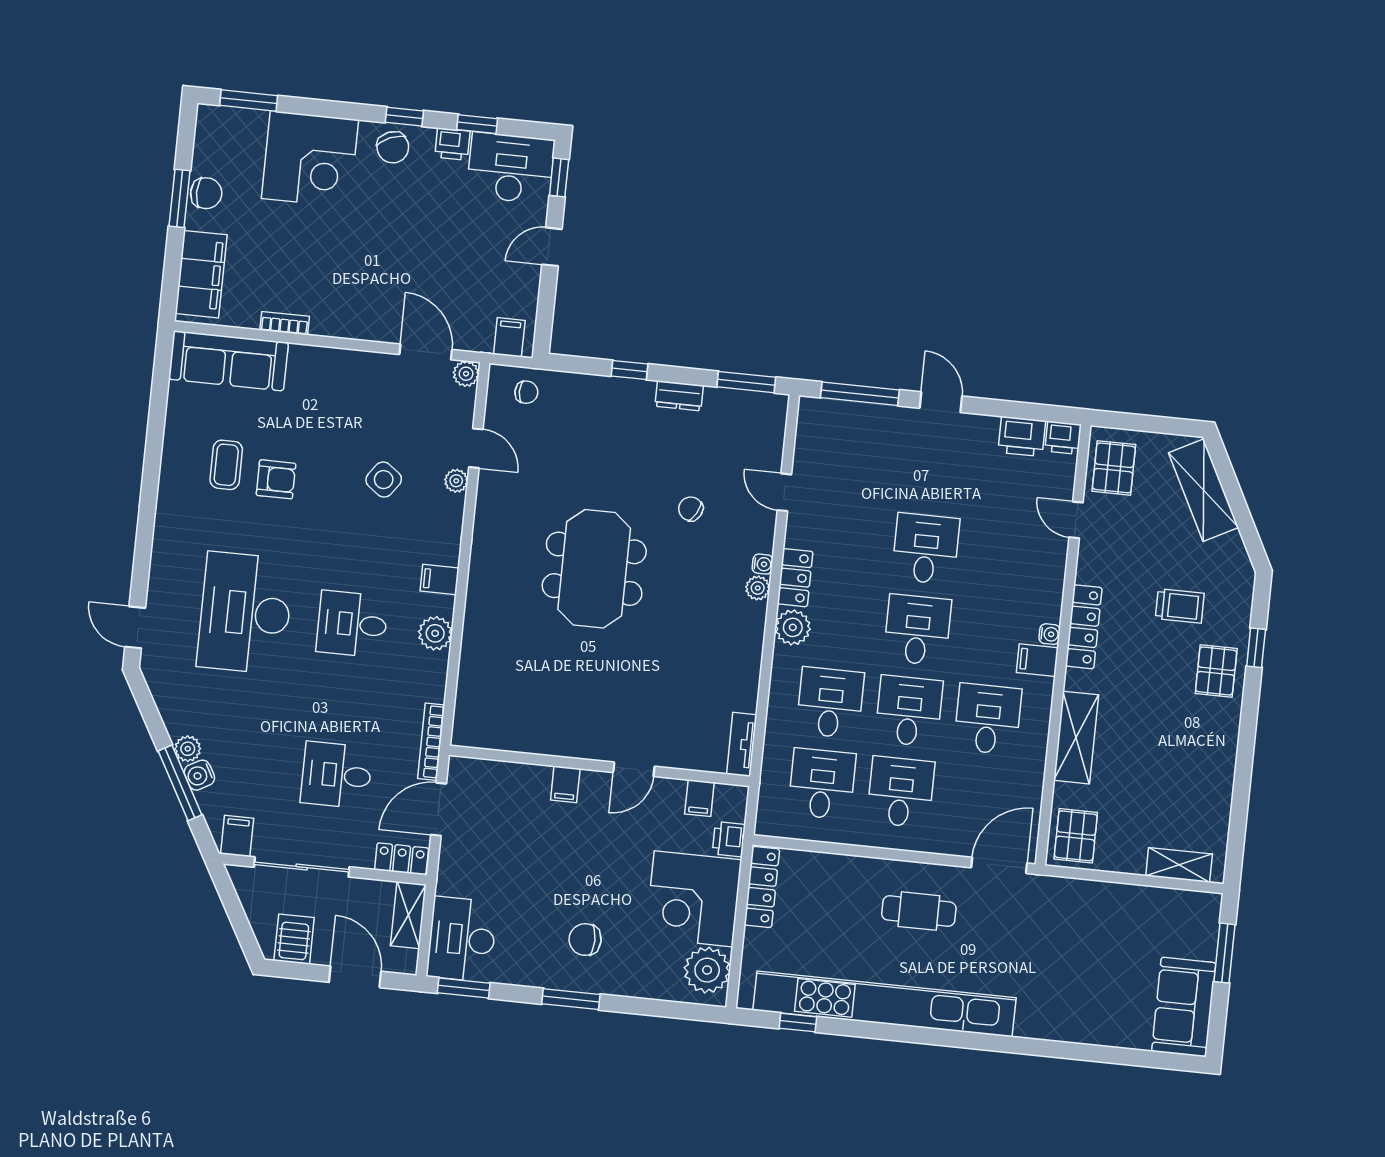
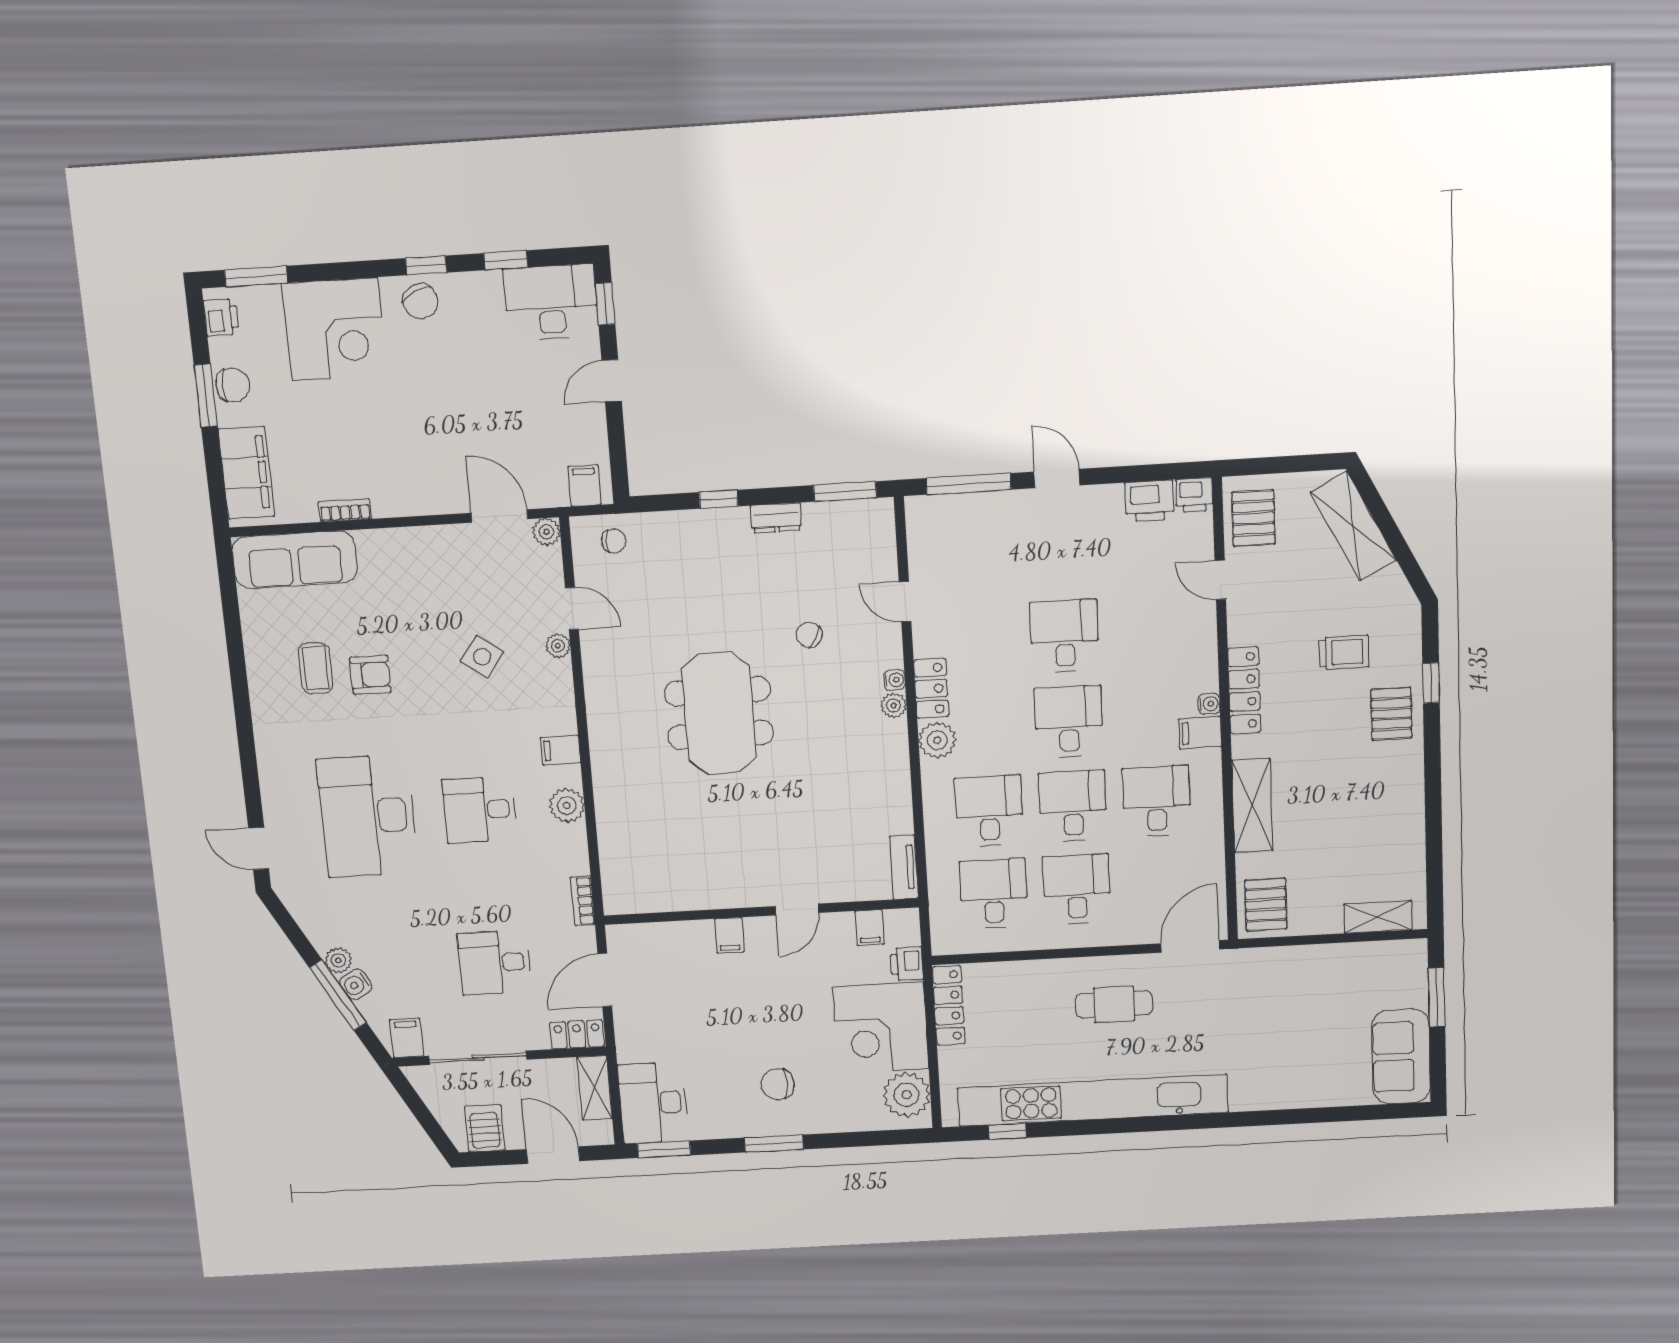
printer: (452, 144) -> (221, 317), moved, turned -90
bookcase: (431, 742) -> (583, 901), width x0.64

